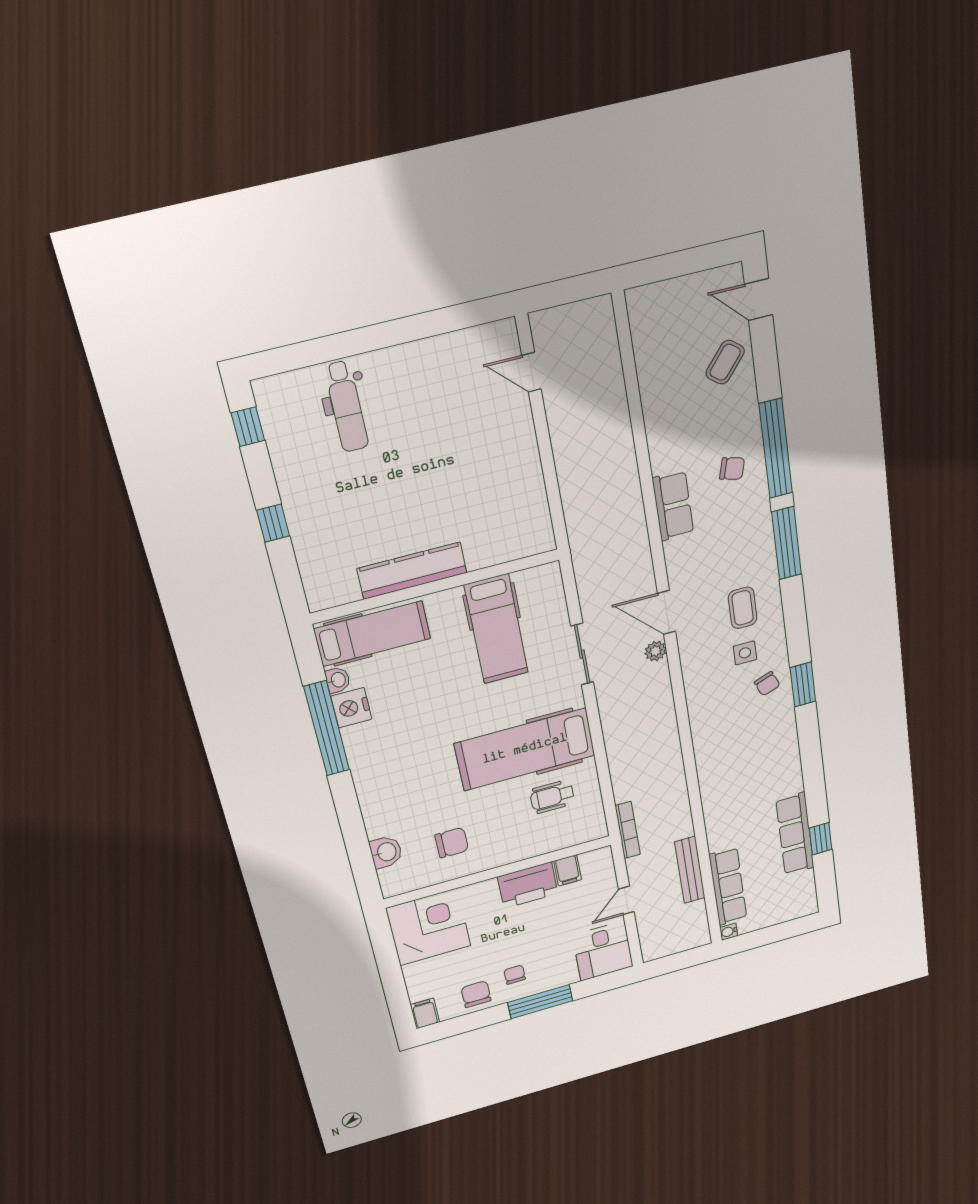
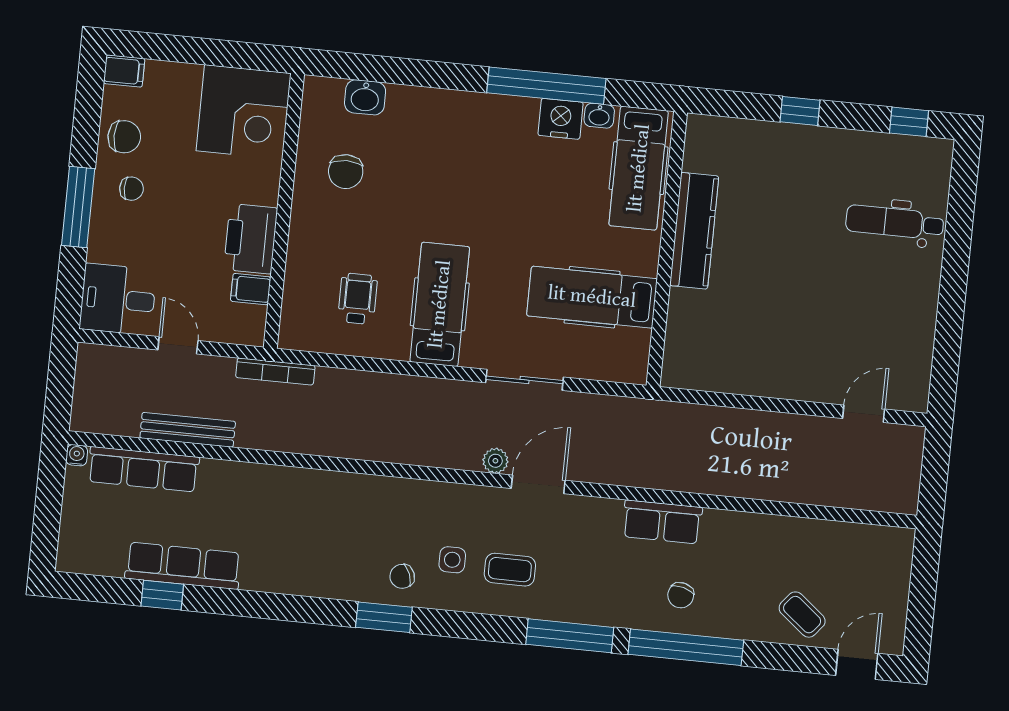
hospital bed: (525, 749) -> (440, 304), width x0.73, depth x0.78

